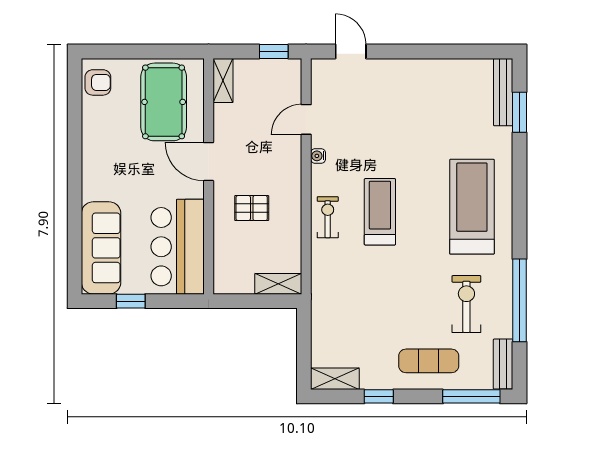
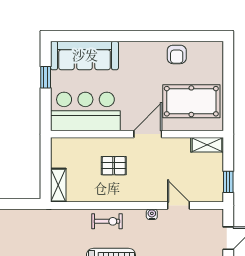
armchair: (98, 82) -> (177, 54), moved
pallet: (252, 208) -> (114, 166), turned 90

